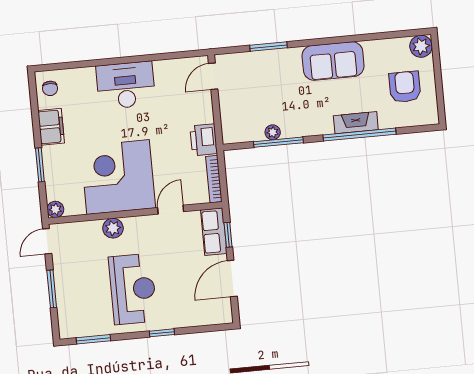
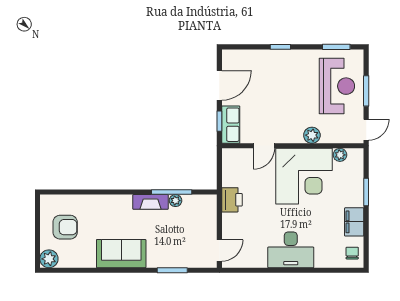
armchair: (405, 87) -> (65, 227), turned -90
fireplace: (356, 123) -> (150, 202), moved
window: (360, 135) -> (105, 192), removed
bookcase: (214, 179) -> (227, 167), removed
plant: (55, 209) -> (340, 155), moved
reception desk: (133, 289) -> (337, 86), moved, turned 180

